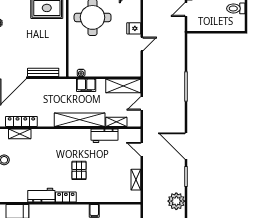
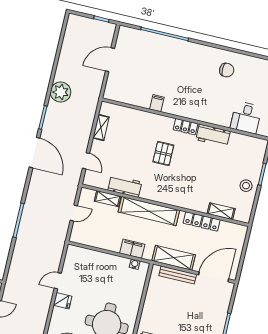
shelving: (123, 86) -> (174, 258), moved
locker: (21, 121) -> (202, 221), moved

